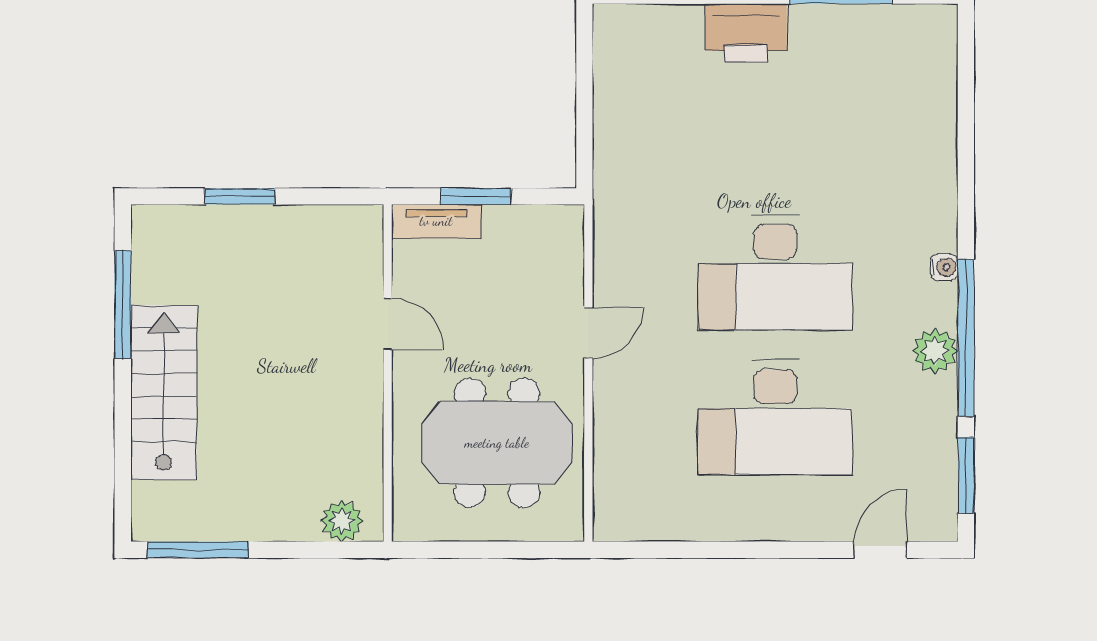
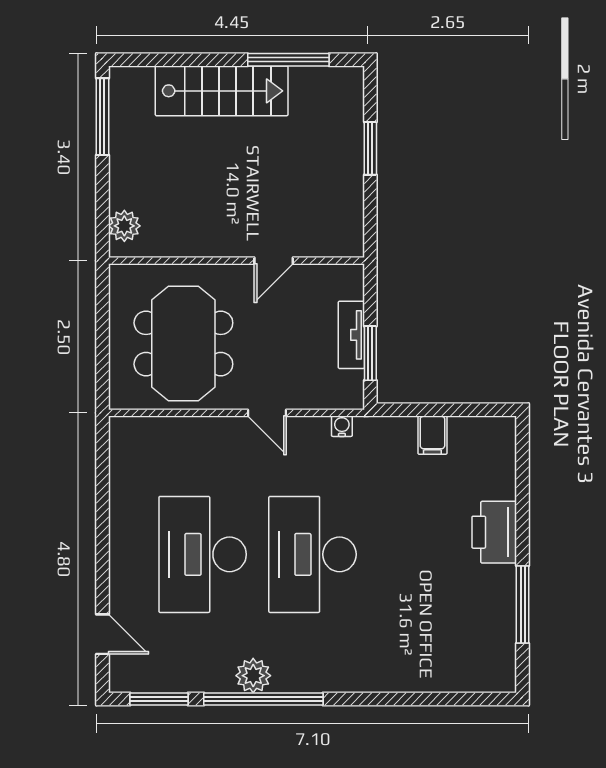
filing cabinet: (618, 115) -> (432, 435), added
window: (475, 196) -> (370, 353), moved
tv unit: (436, 221) -> (351, 335), moved
water cooler: (944, 267) -> (342, 426), moved, turned 180

